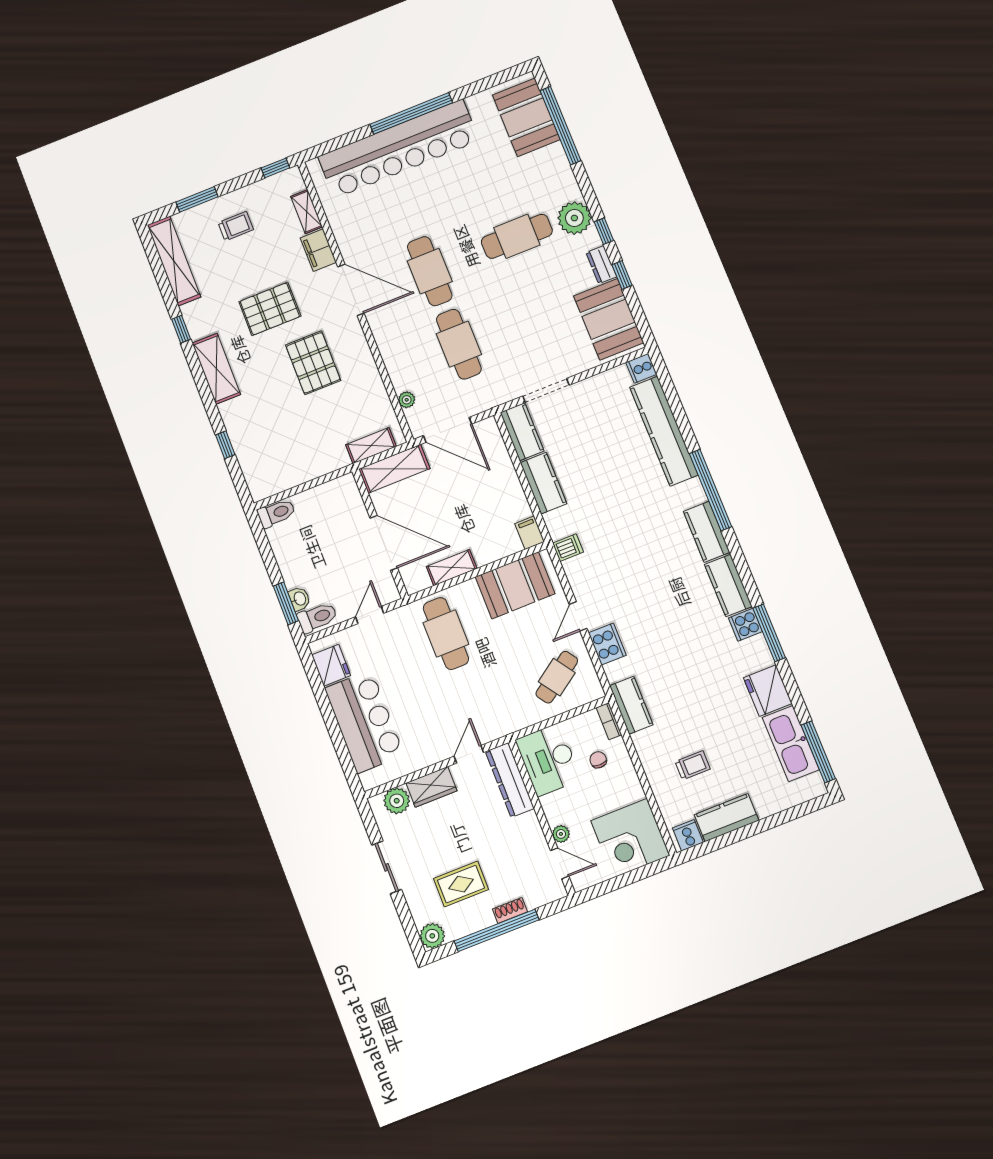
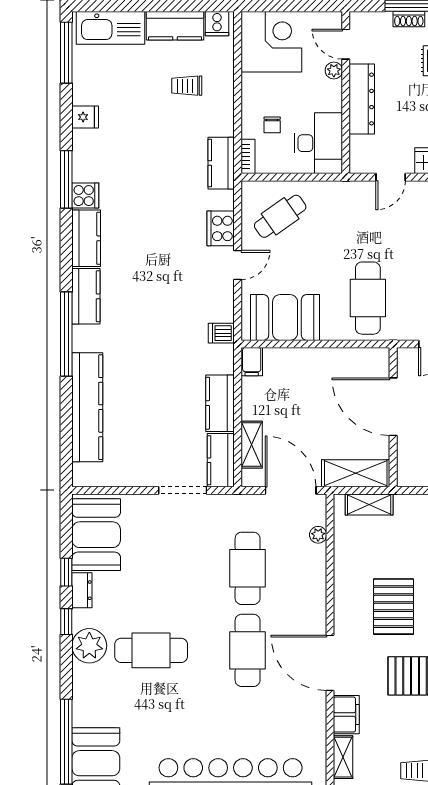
cooker: (641, 368) -> (84, 475), removed
shelving: (452, 568) -> (252, 445), moved, turned 90
fridge: (768, 691) -> (85, 117), width x0.53, depth x0.75
kitchen sink: (791, 744) -> (110, 28), moved, turned 90
dresser: (510, 780) -> (362, 99), moved

